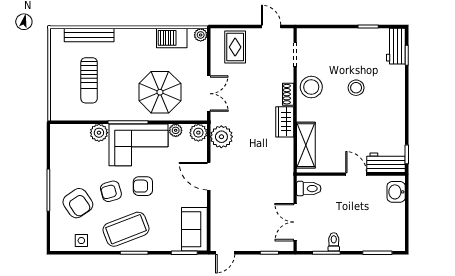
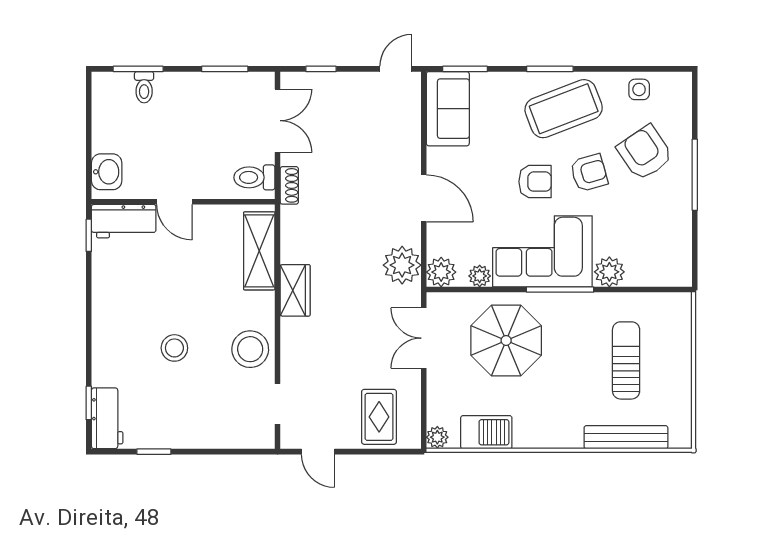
shoe rack: (288, 94) -> (289, 185), moved
toilet: (334, 242) -> (144, 87), moved

